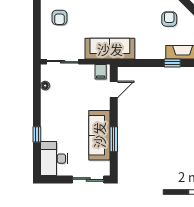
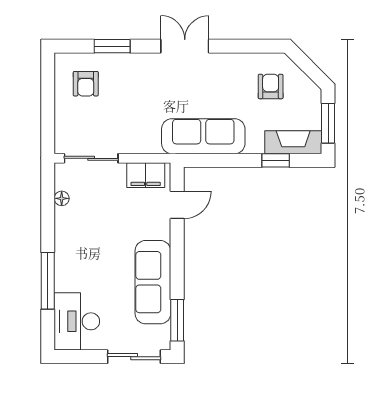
sofa: (110, 49) -> (203, 136), moved
filing cabinet: (101, 72) -> (146, 175), width x2.00
window: (37, 134) -> (48, 281), width x2.17
window: (114, 139) -> (177, 320), moved

